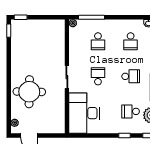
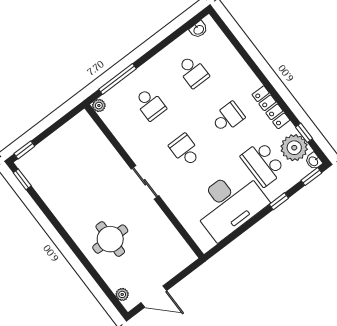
round table: (29, 92) -> (110, 239), width x0.73, depth x0.73
school desk: (131, 111) -> (263, 164), width x1.85
desk: (84, 113) -> (229, 204), moved, turned -90

